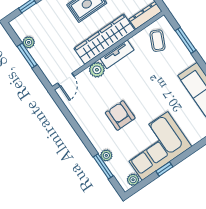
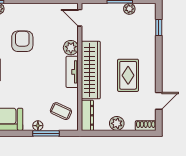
floor lamp: (184, 52) -> (38, 126), added
armchair: (120, 115) -> (22, 41), turned -90

